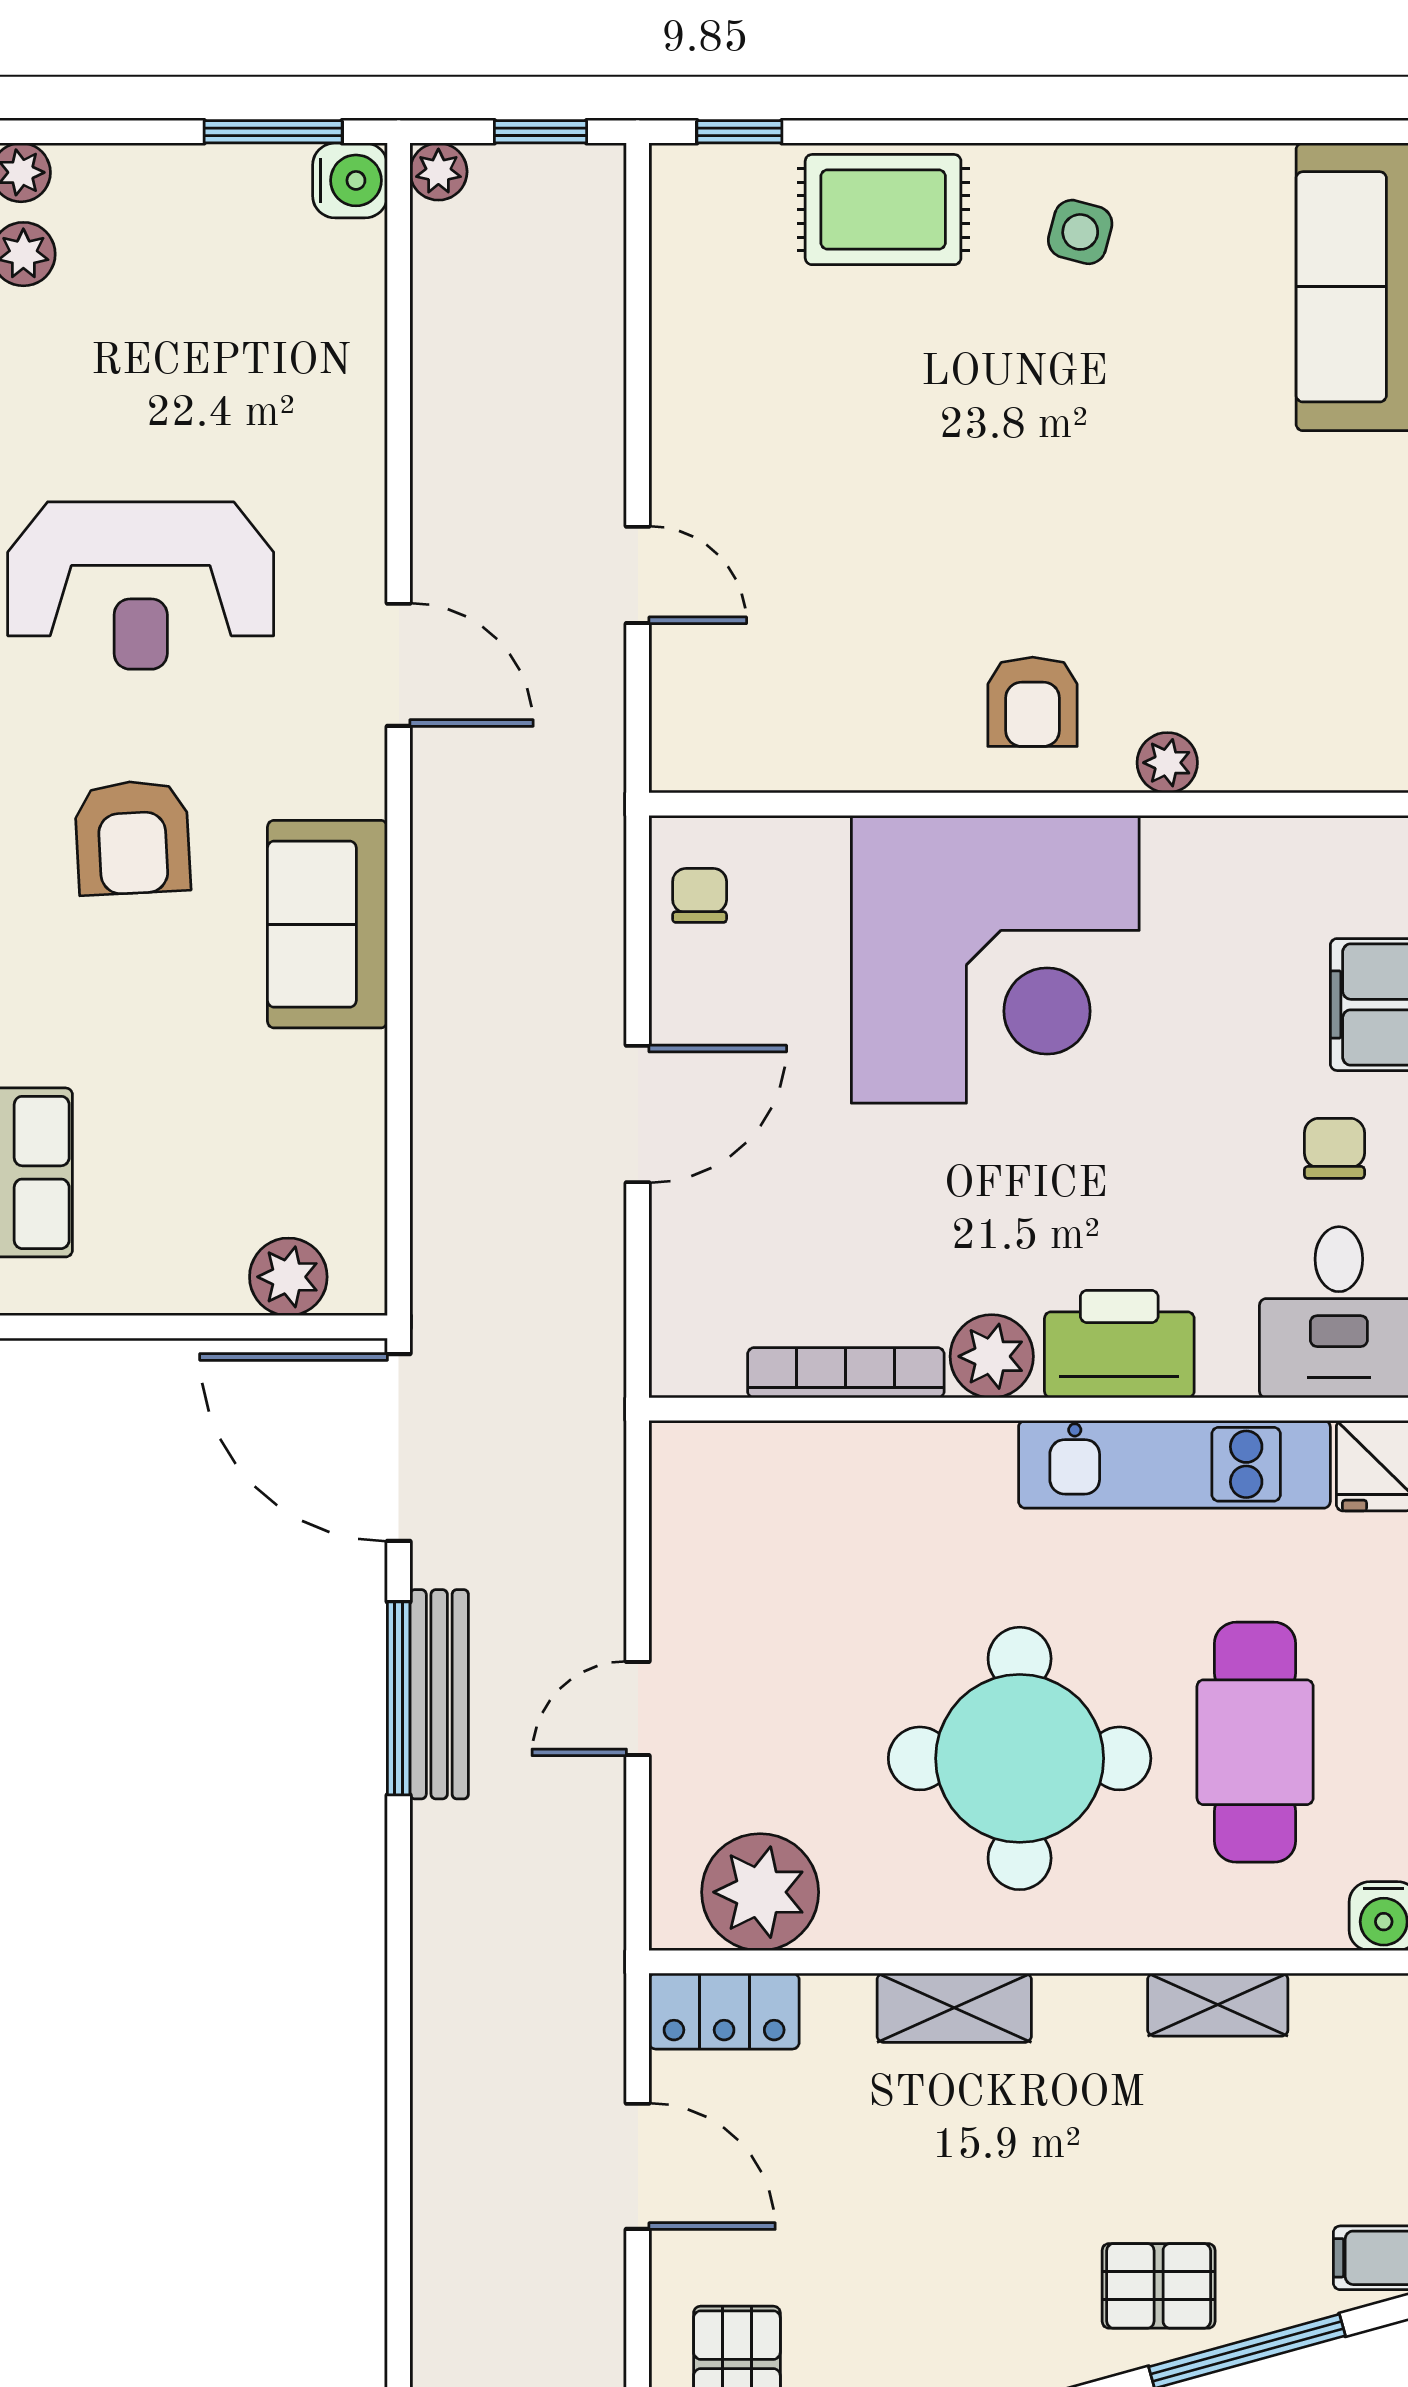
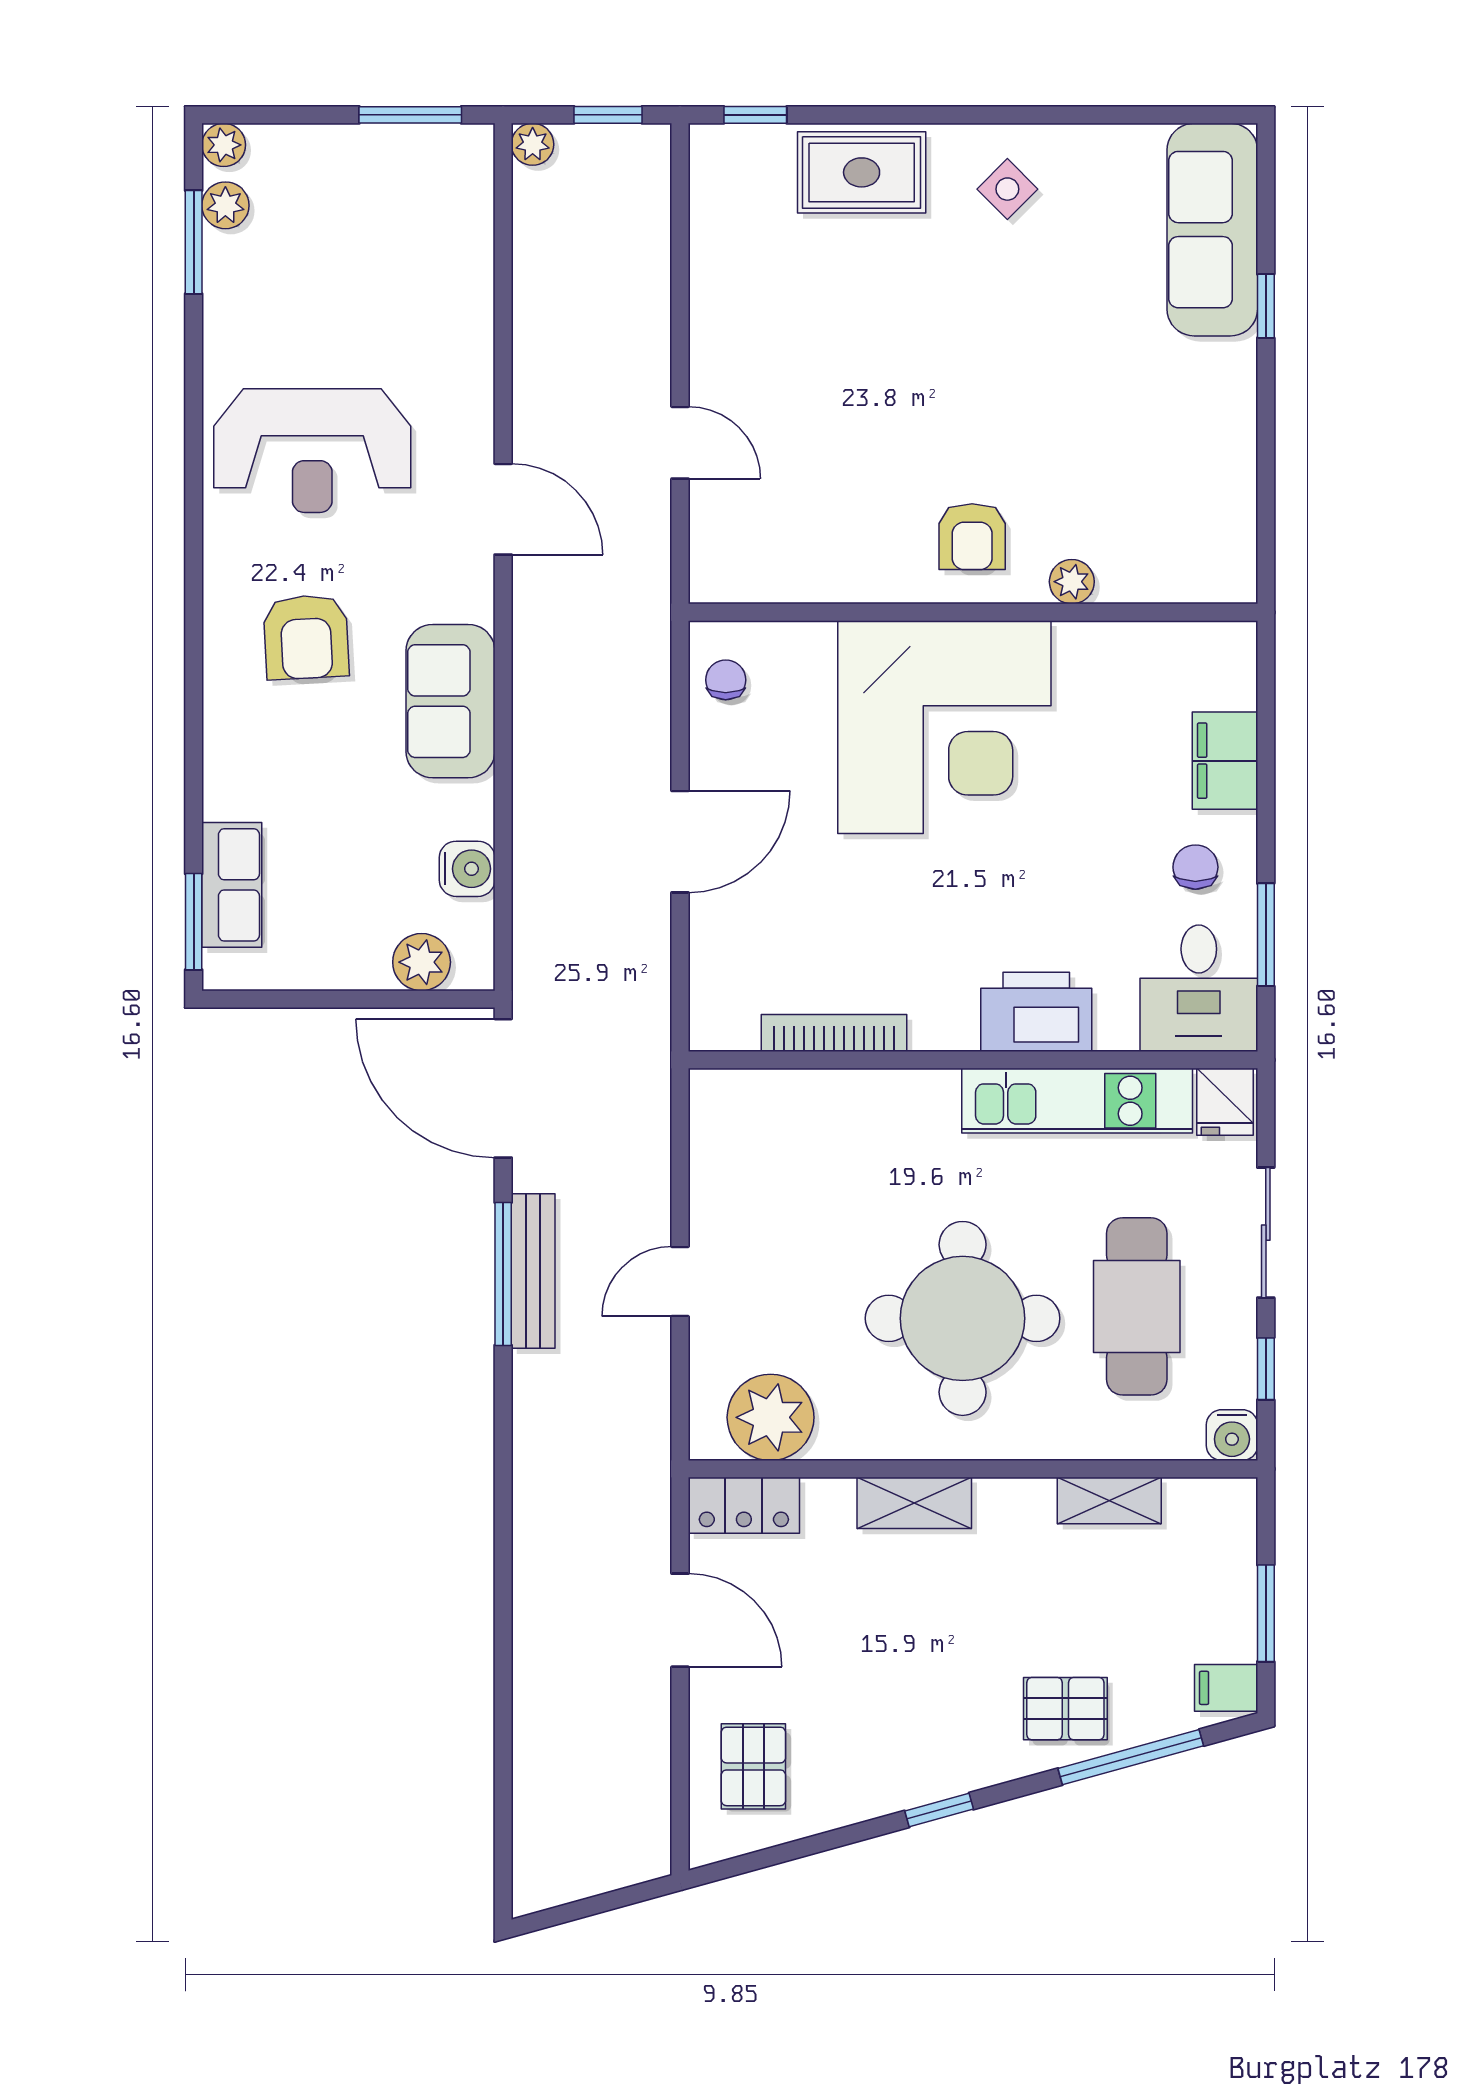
water cooler: (350, 180) -> (467, 869), moved
side table: (1080, 232) -> (1007, 189), turned 30
plant: (992, 1356) -> (942, 1021), removed

